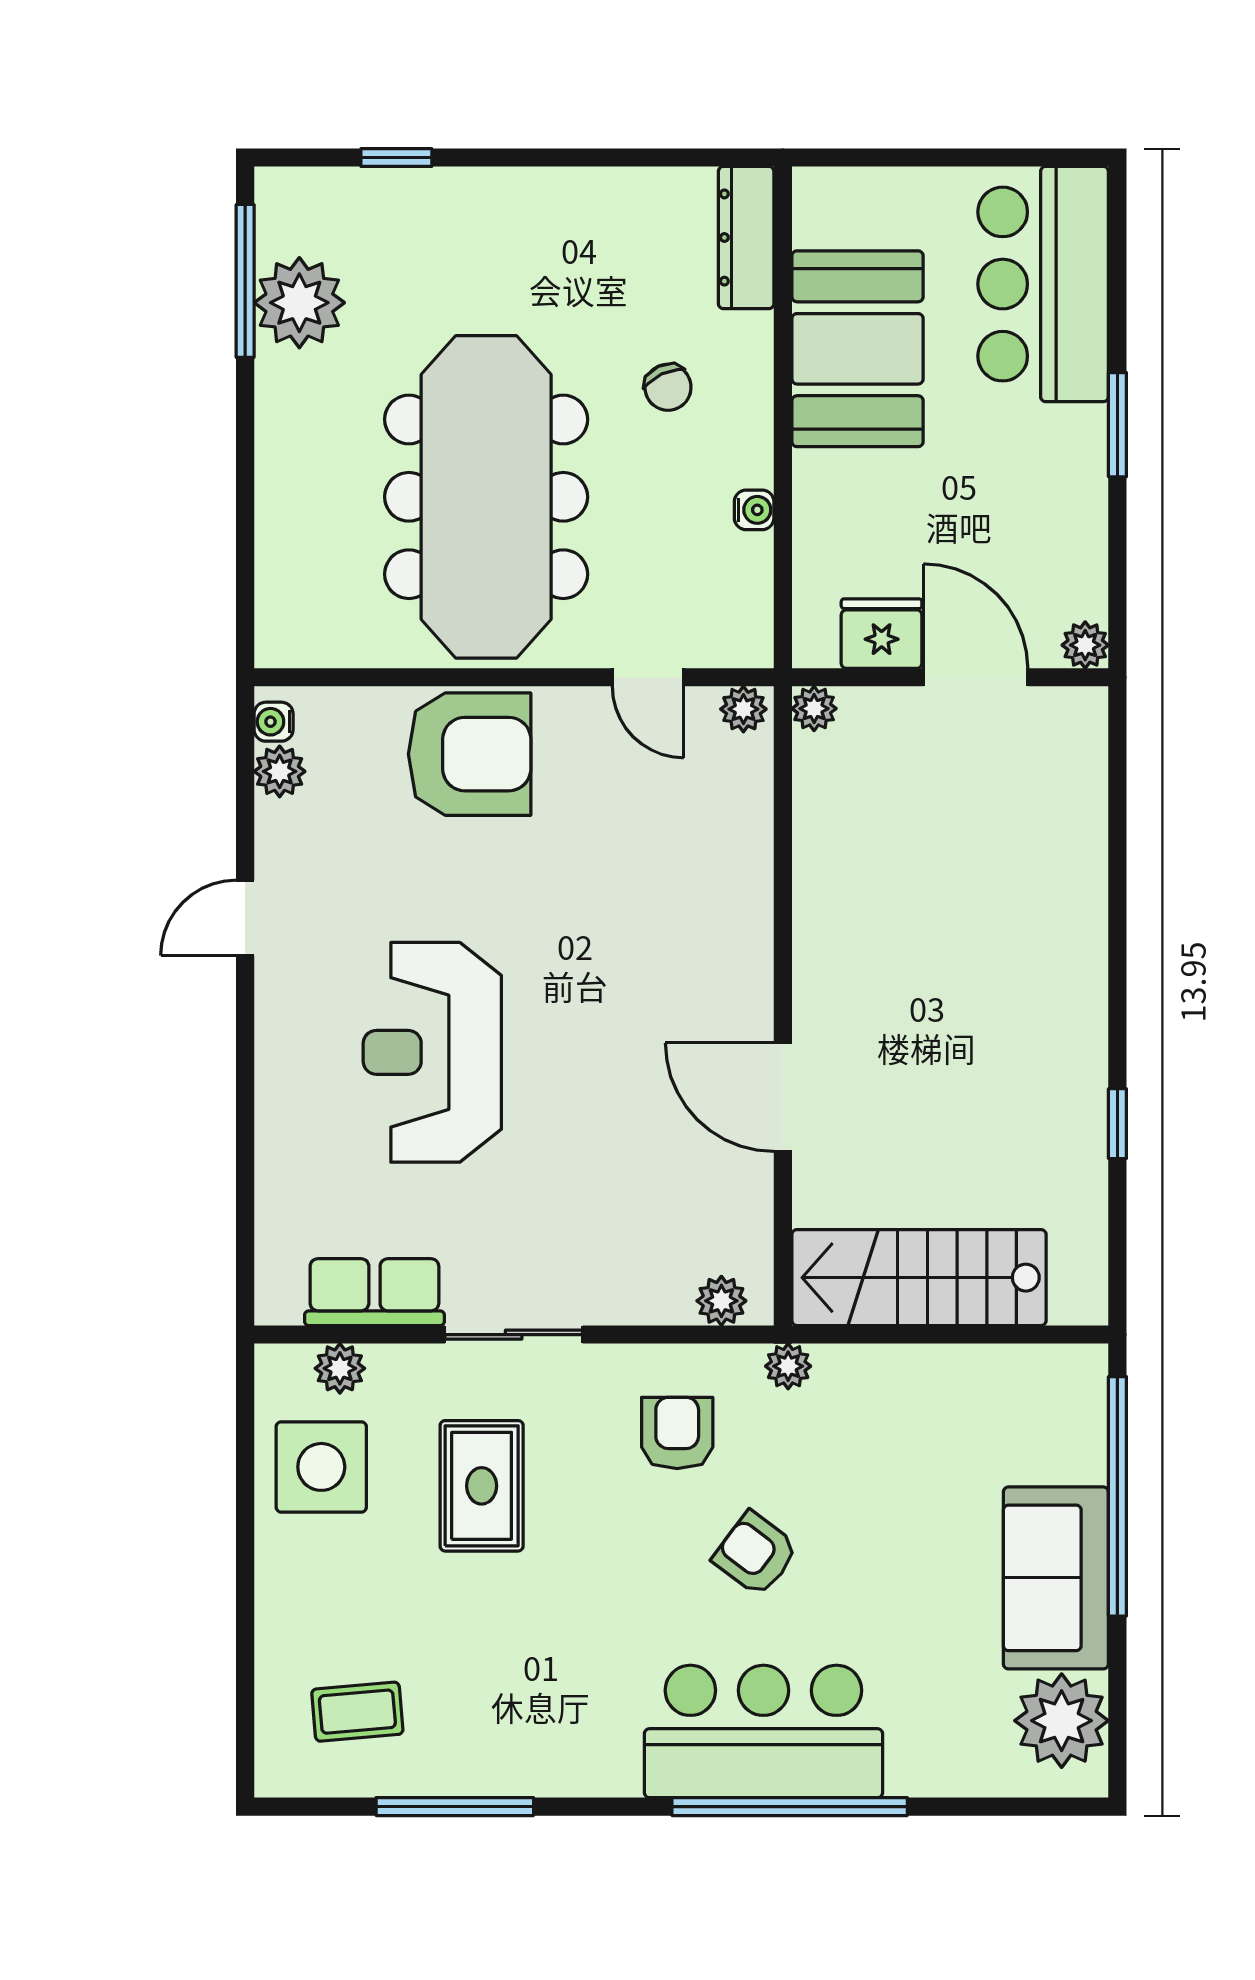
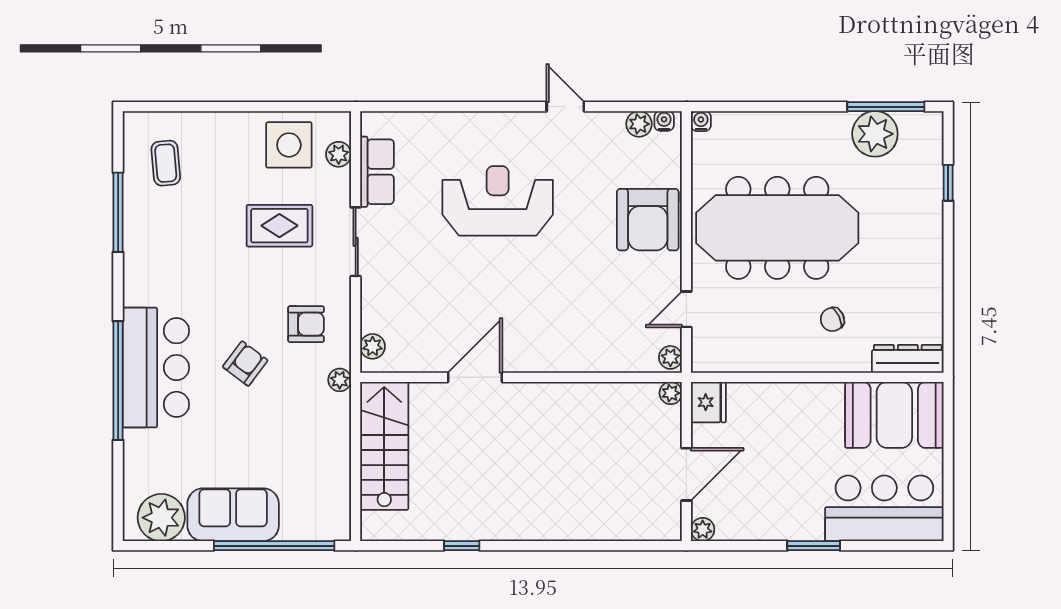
booth: (857, 349) -> (894, 415), moved
water cooler: (754, 510) -> (701, 121), moved, turned 180
fridge: (882, 634) -> (708, 402), moved

